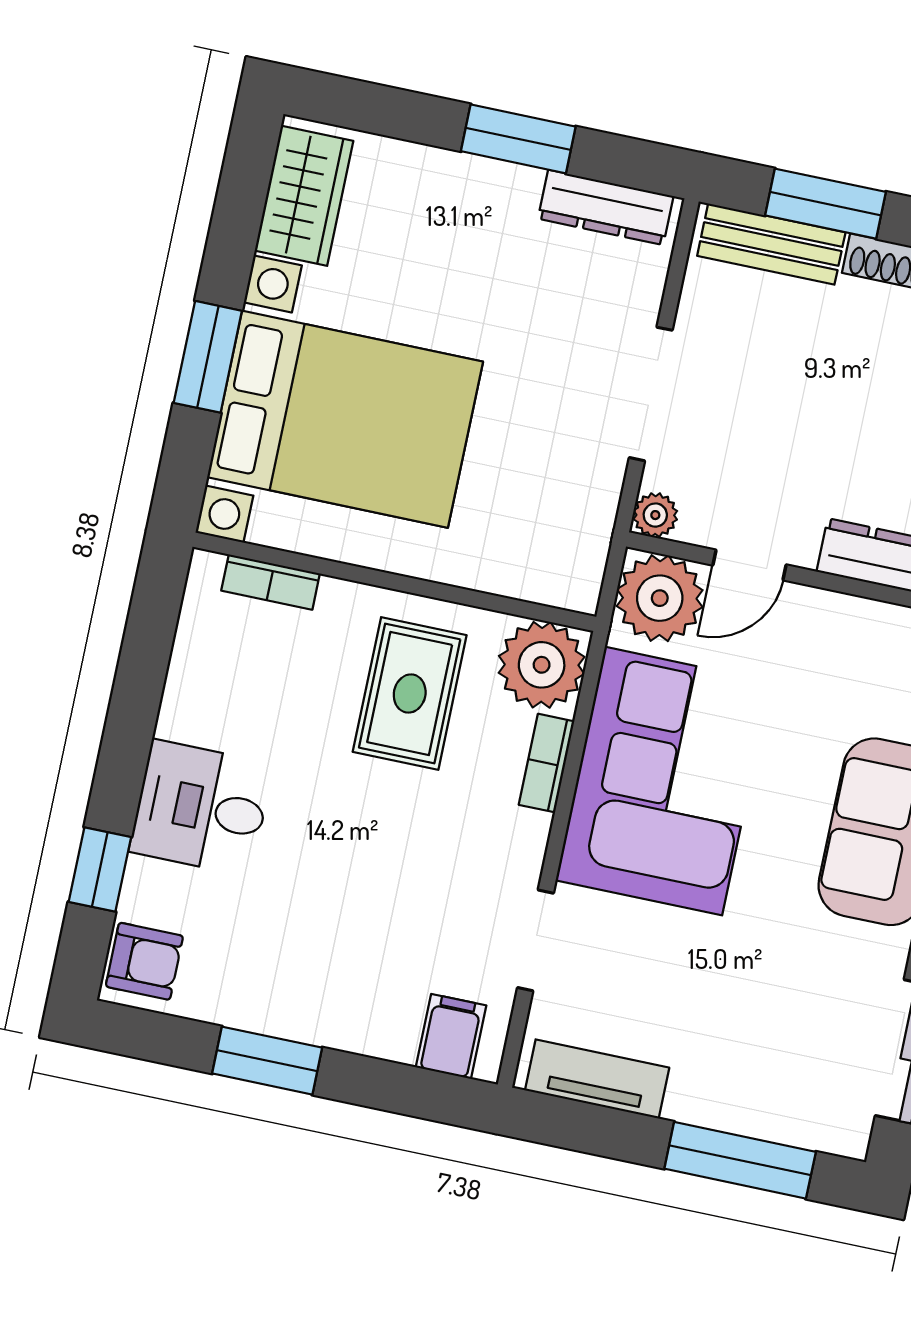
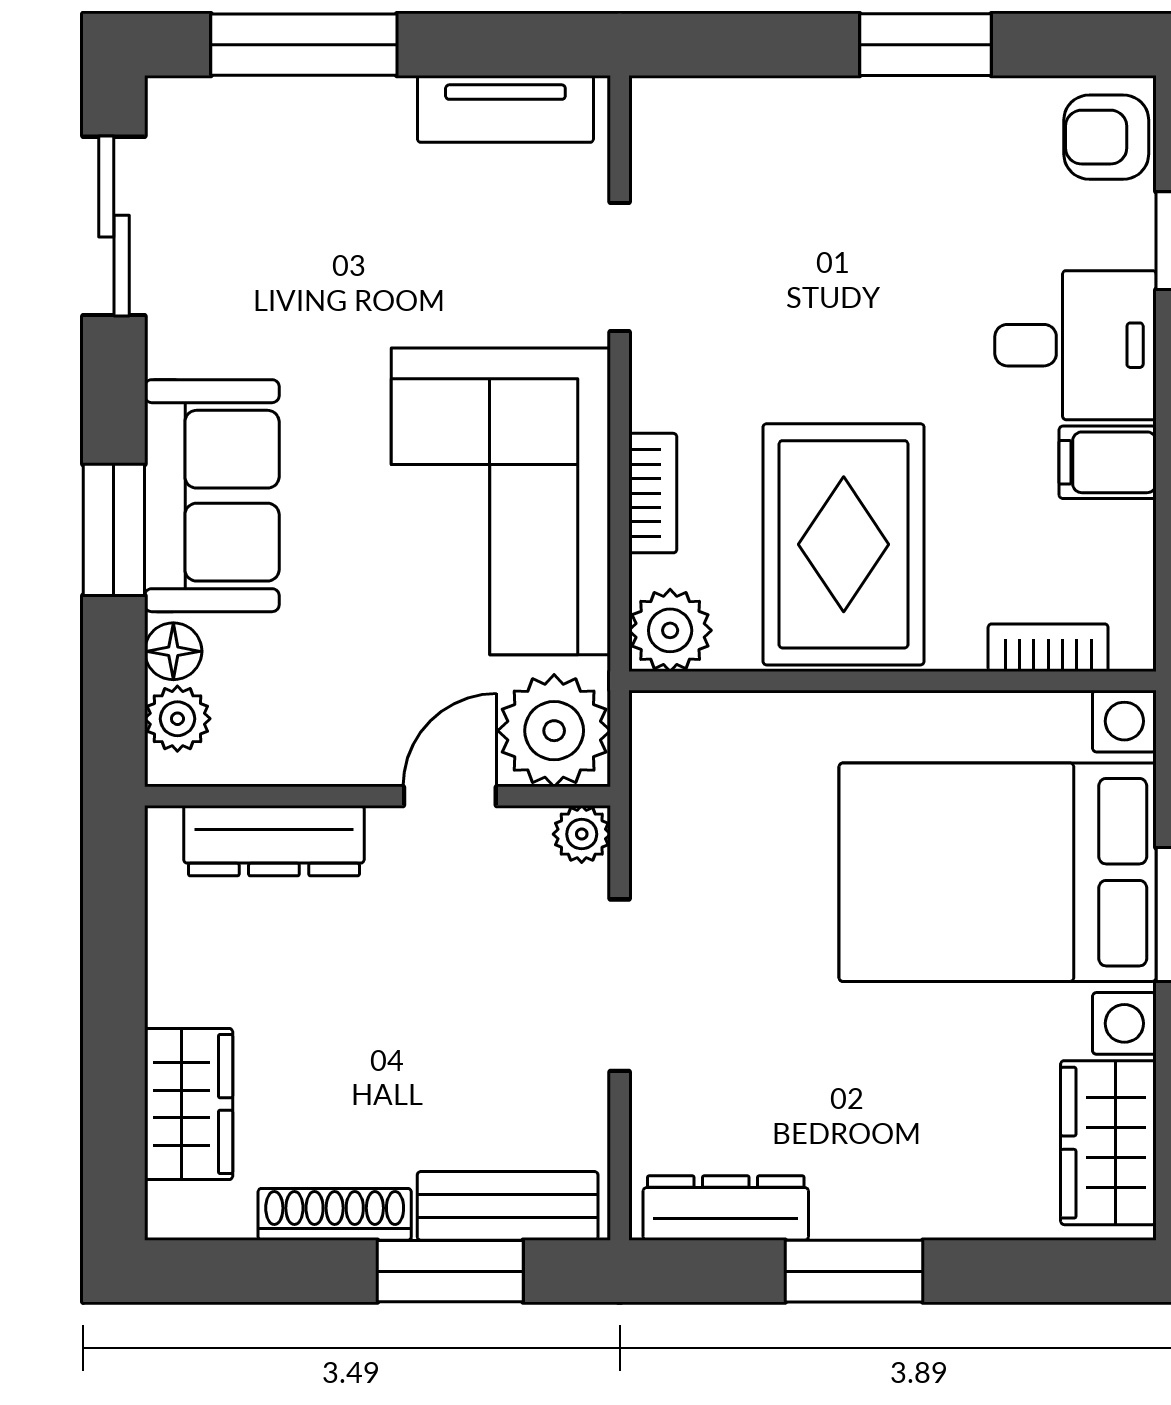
plant: (542, 665) -> (670, 630), width x0.73, depth x0.73
rug: (410, 694) -> (844, 544), width x1.36, depth x1.43
filing cabinet: (451, 1036) -> (1108, 462), moved, turned 90

